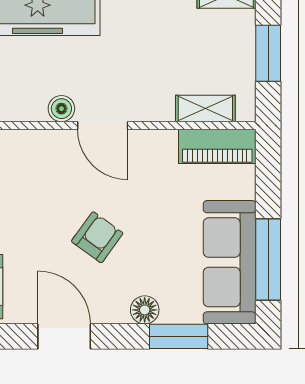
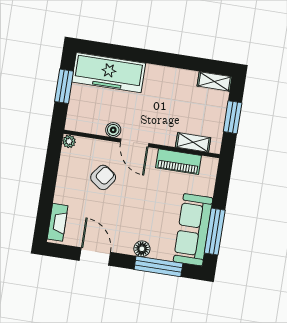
piano: (217, 146) -> (179, 162), moved
armchair: (97, 237) -> (103, 177), moved
window: (179, 336) -> (158, 266), width x1.44

